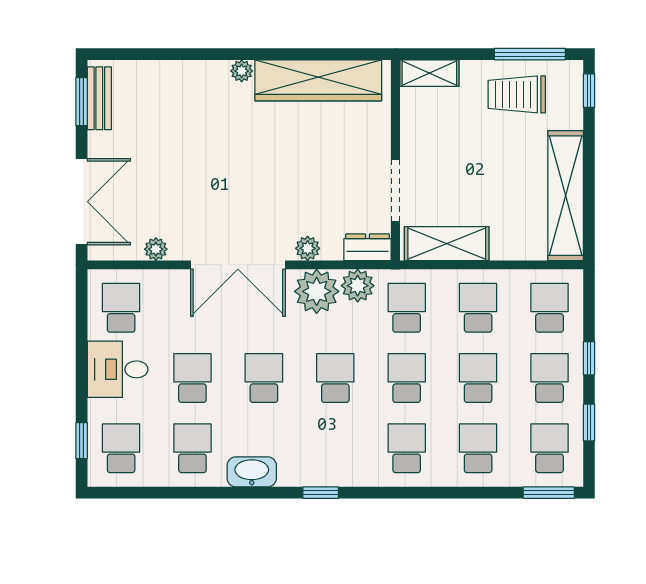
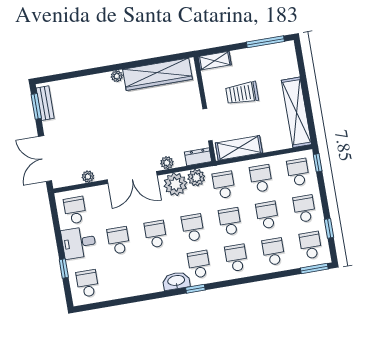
window: (589, 91) -> (299, 56), removed
trolley: (517, 94) -> (242, 93), moved
double door: (82, 202) -> (45, 159), swing flipped
window: (589, 358) -> (318, 163), moved
window: (82, 441) -> (64, 269), moved
school desk: (192, 448) -> (199, 264), moved
washbasin: (252, 472) -> (176, 281), moved

